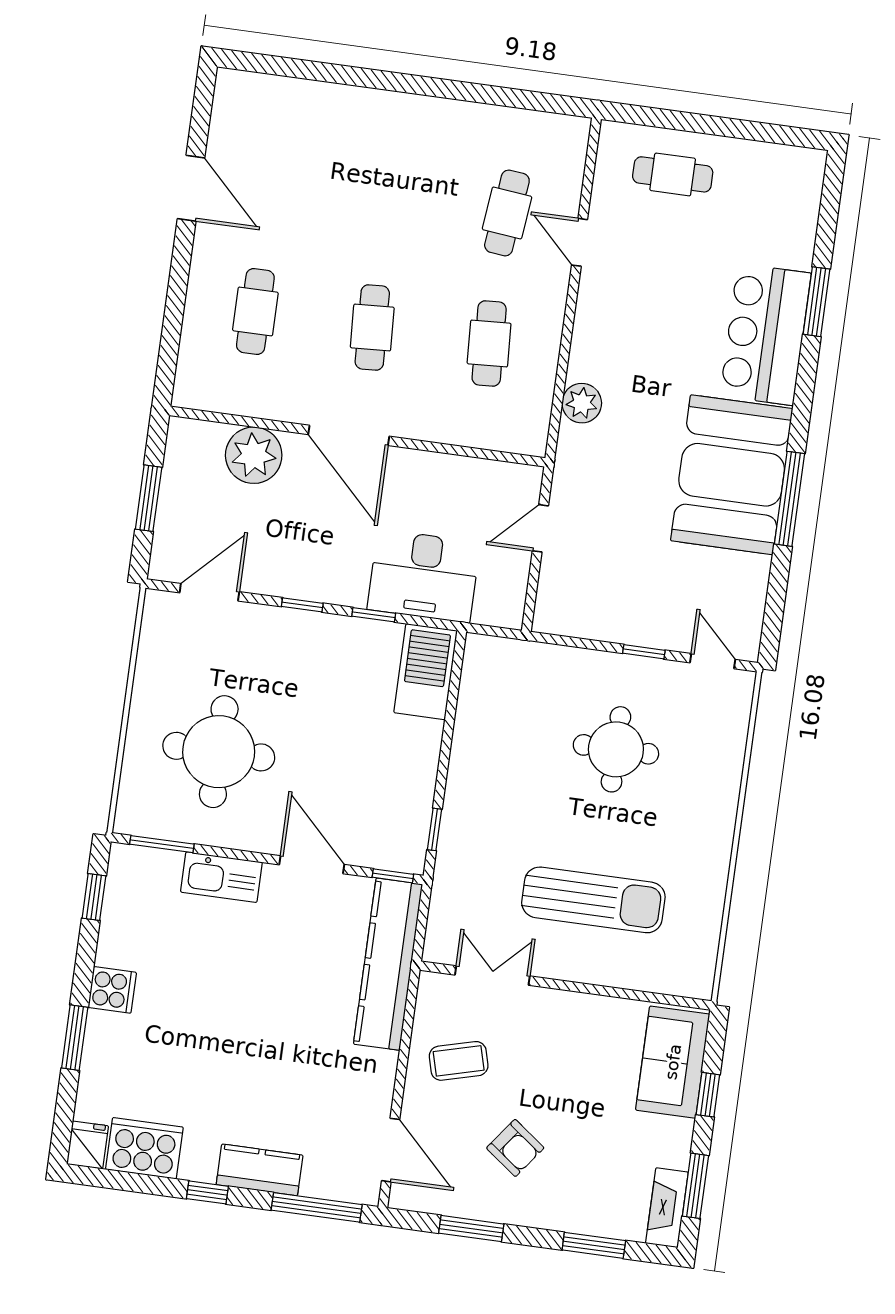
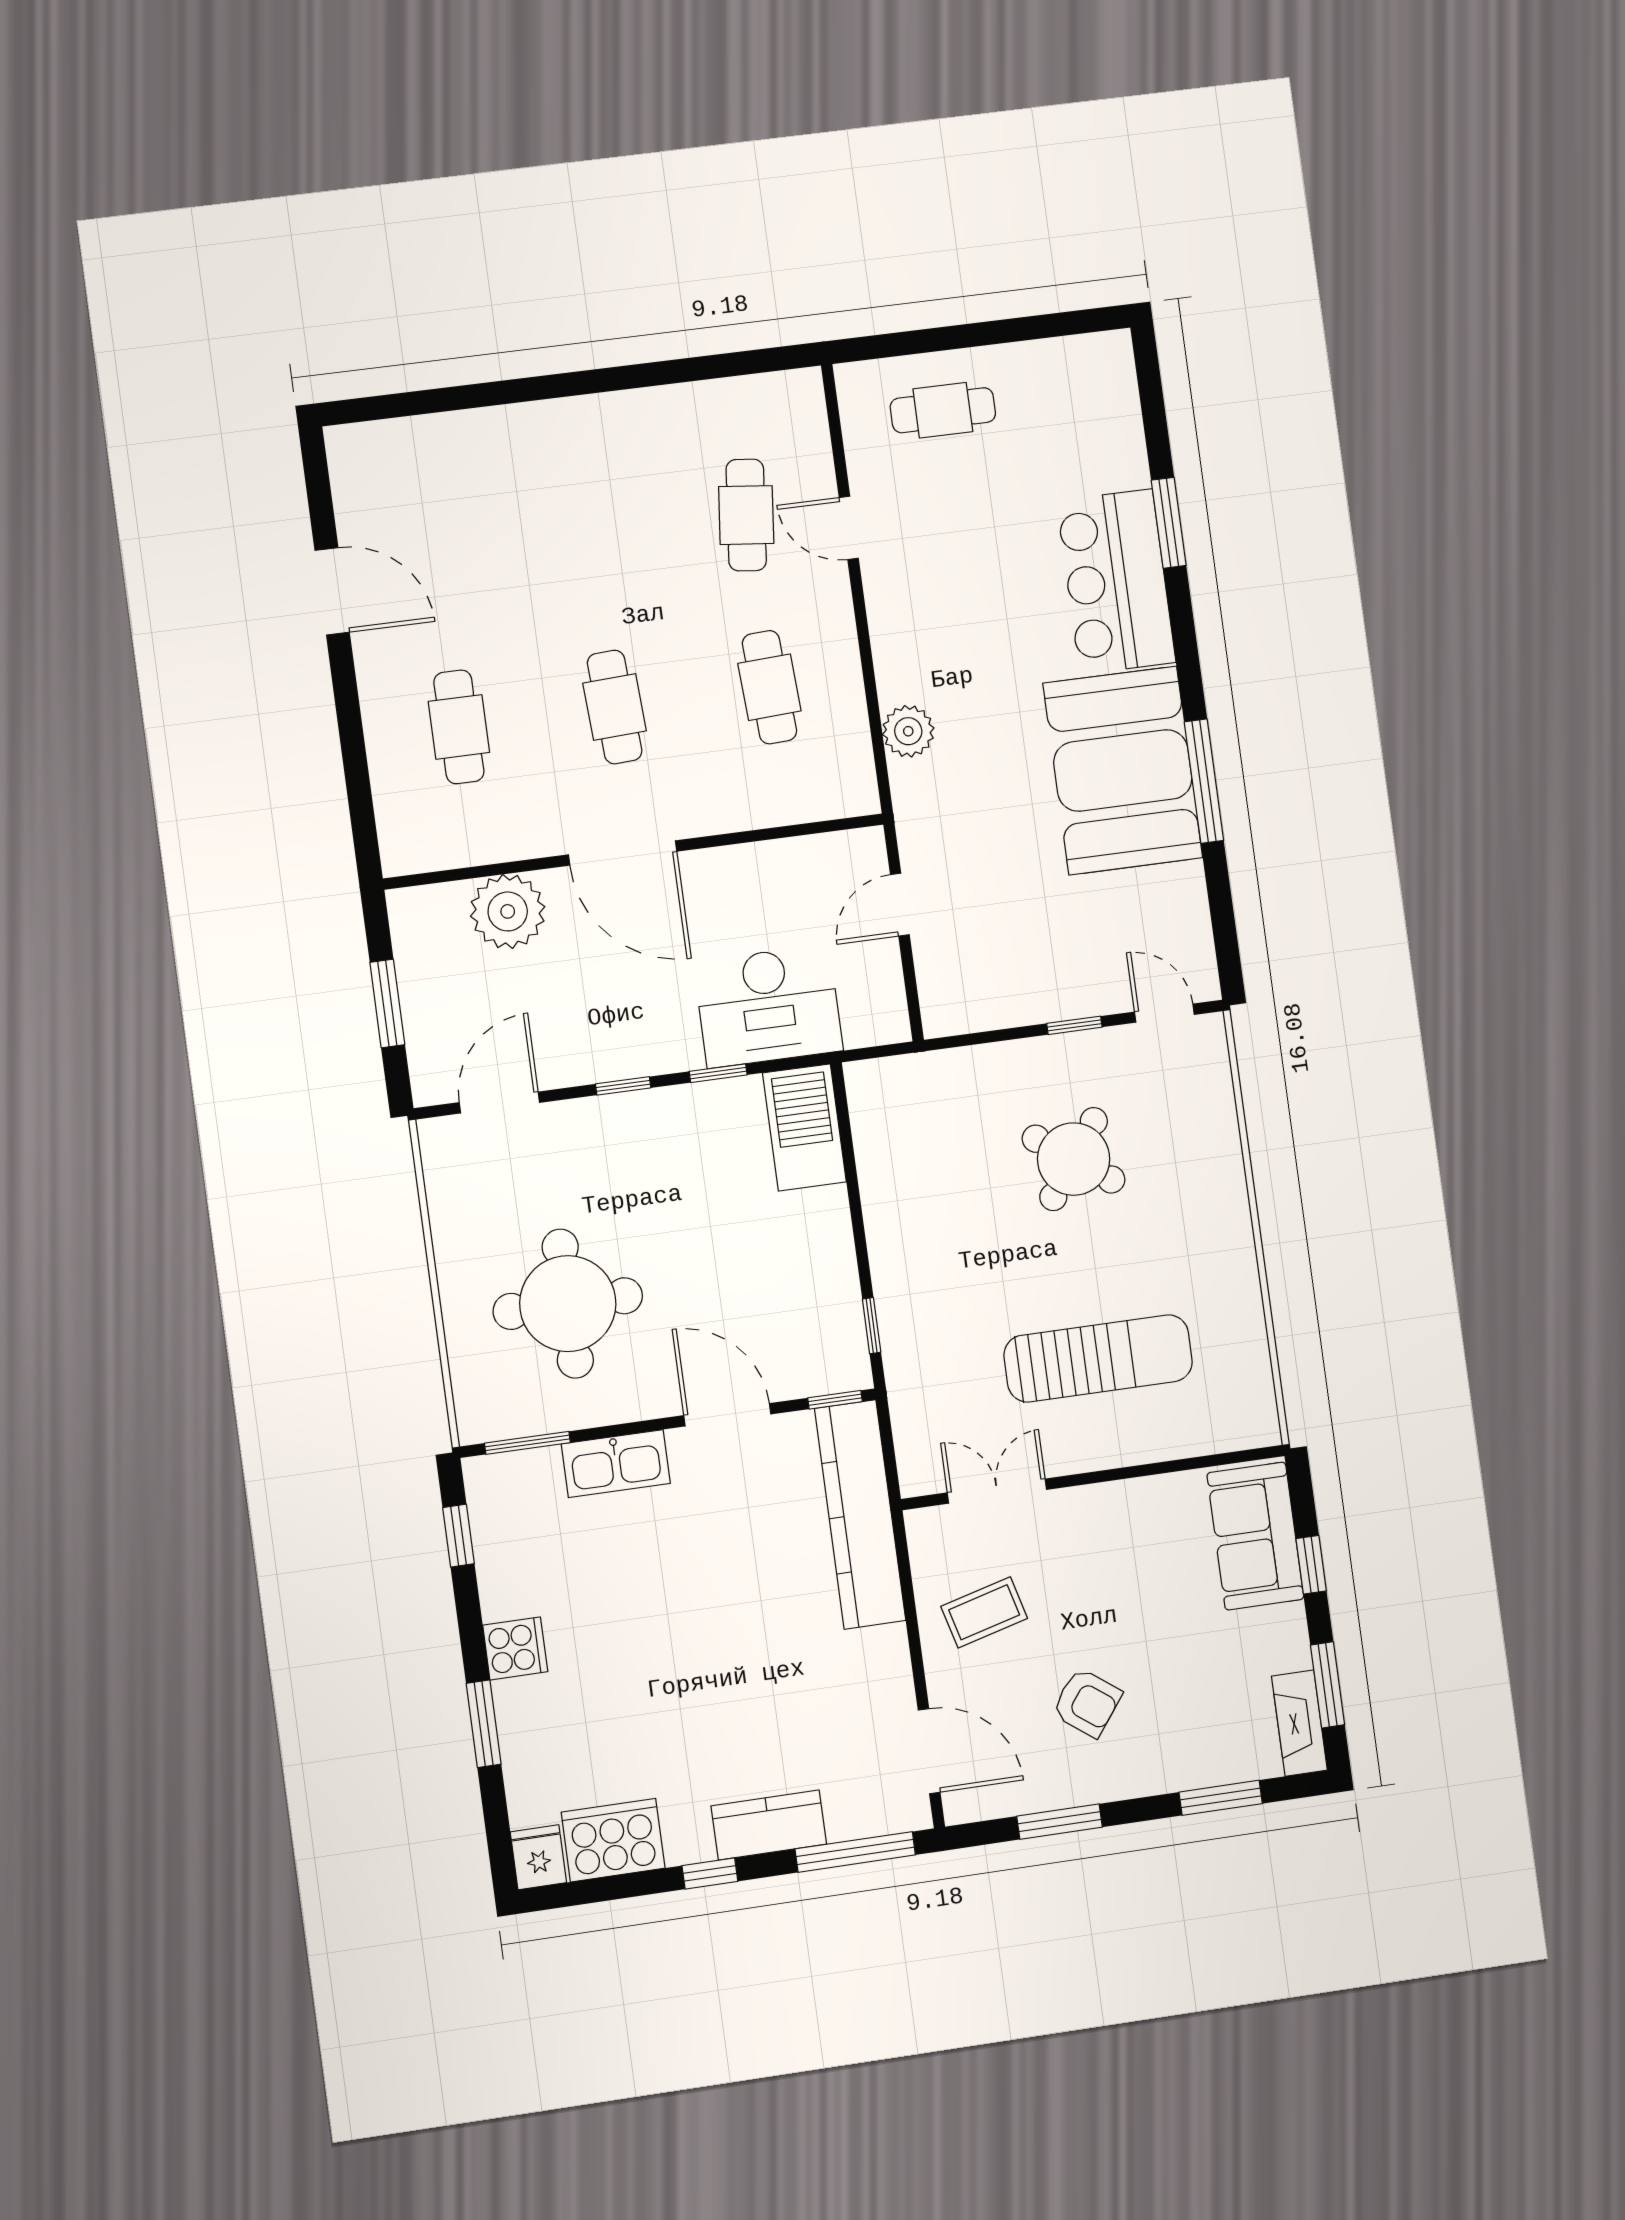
round table: (616, 749) -> (1074, 1159), turned 36

